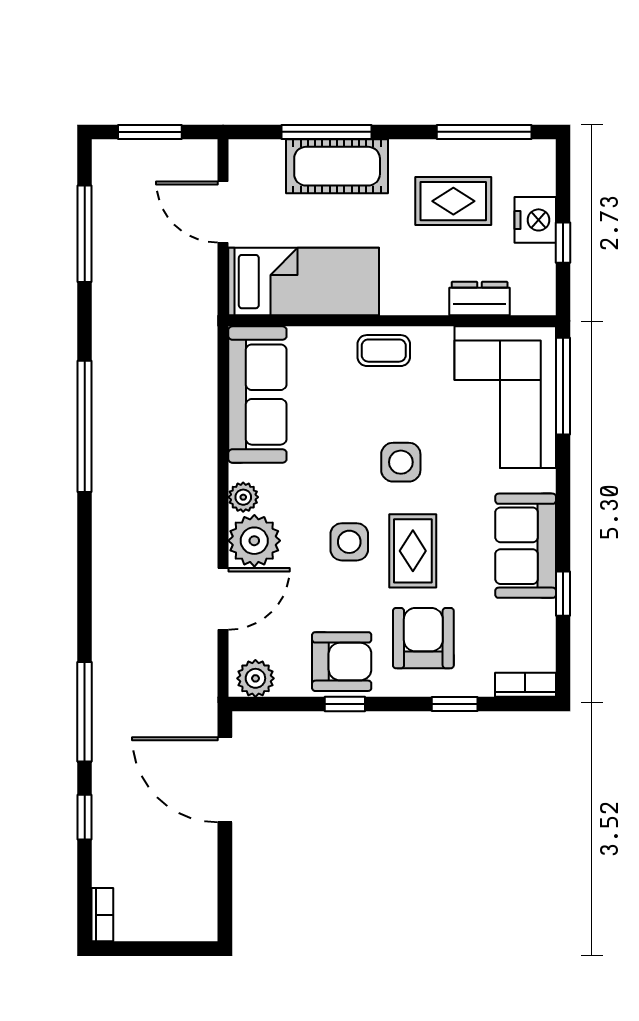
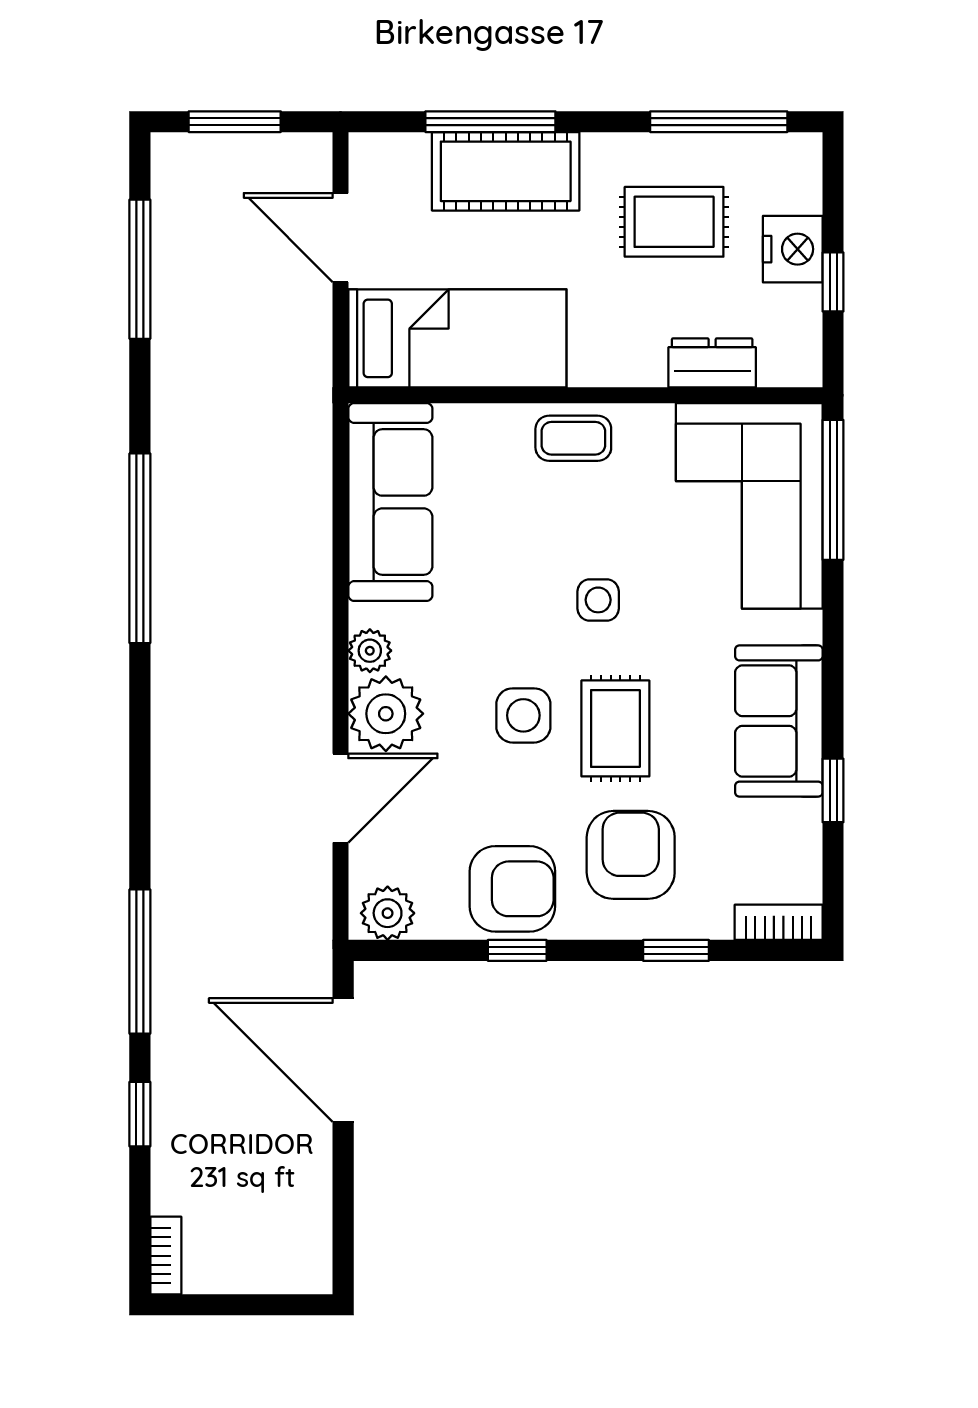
side table: (401, 462) -> (598, 600), width x0.73, depth x0.73

